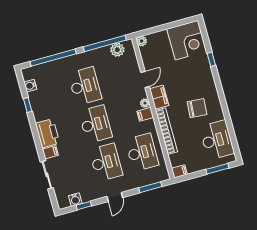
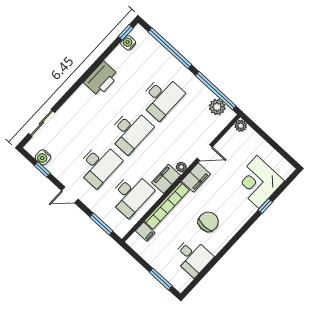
corner desk: (187, 40) -> (258, 182), moved, turned 90
window: (28, 105) -> (126, 32), moved
chair: (197, 108) -> (208, 222), turned -94
filing cabinet: (145, 114) -> (166, 179), width x2.00
printer: (47, 133) -> (101, 79), moved
desk: (217, 140) -> (193, 257), width x0.73
filing cabinet: (50, 152) -> (75, 104), removed
filing cabinet: (179, 171) -> (145, 232), moved
sliding door: (47, 175) -> (42, 123), moved

